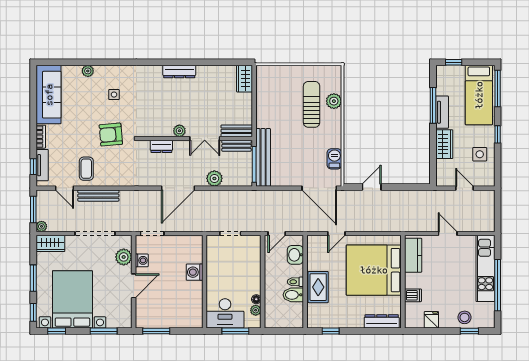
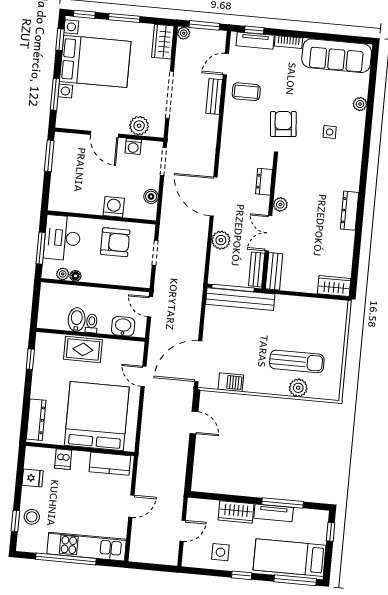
bench: (98, 196) -> (214, 97), width x0.73
boiler: (183, 241) -> (151, 196), added
armchair: (224, 268) -> (115, 242), added

